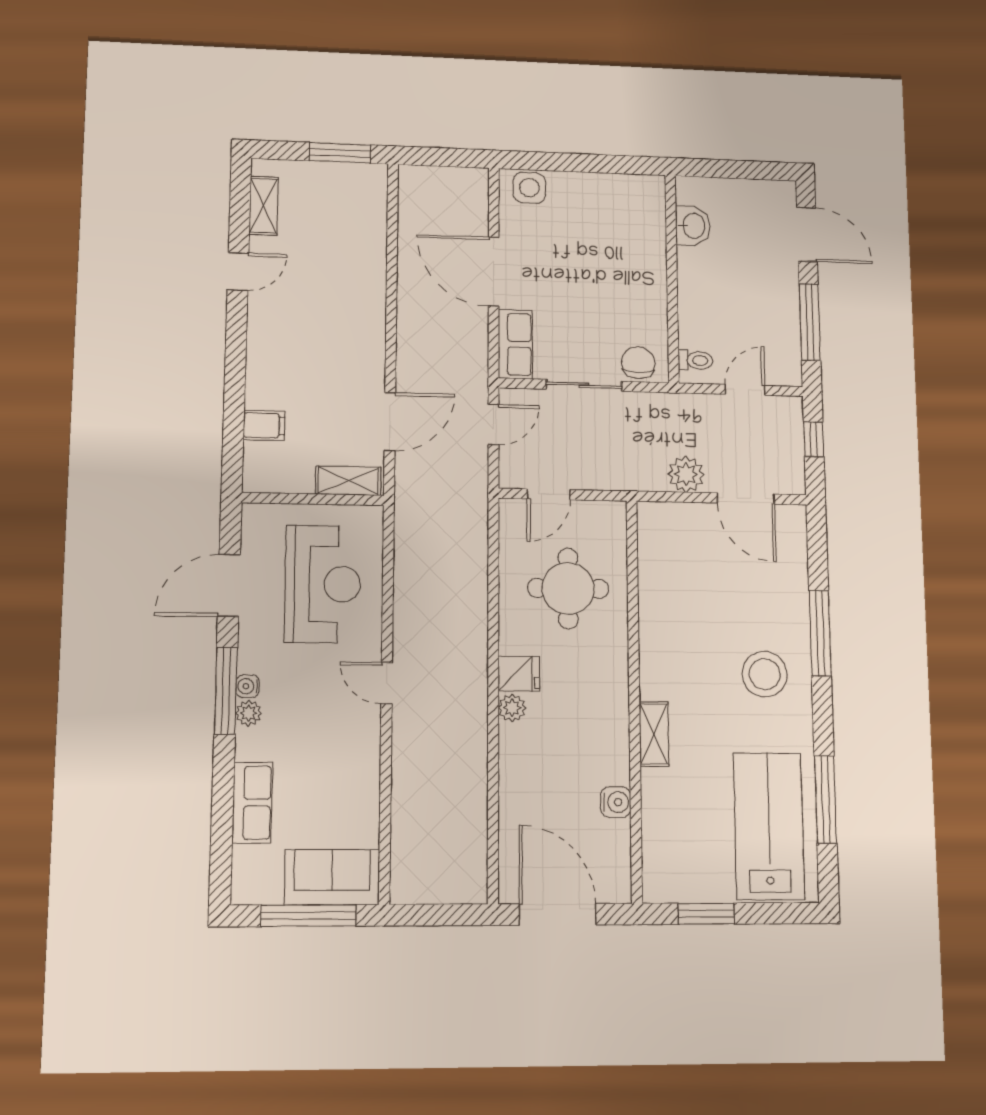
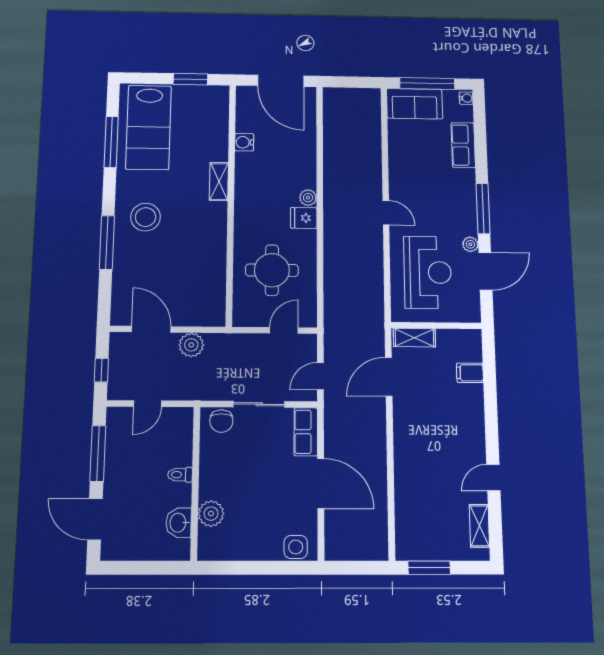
plant: (649, 236) -> (211, 514), added
toilet: (695, 360) -> (180, 475), moved
reception desk: (323, 584) -> (428, 272), turned 180
water cooler: (248, 686) -> (466, 98), moved
plant: (249, 713) -> (470, 244), moved

